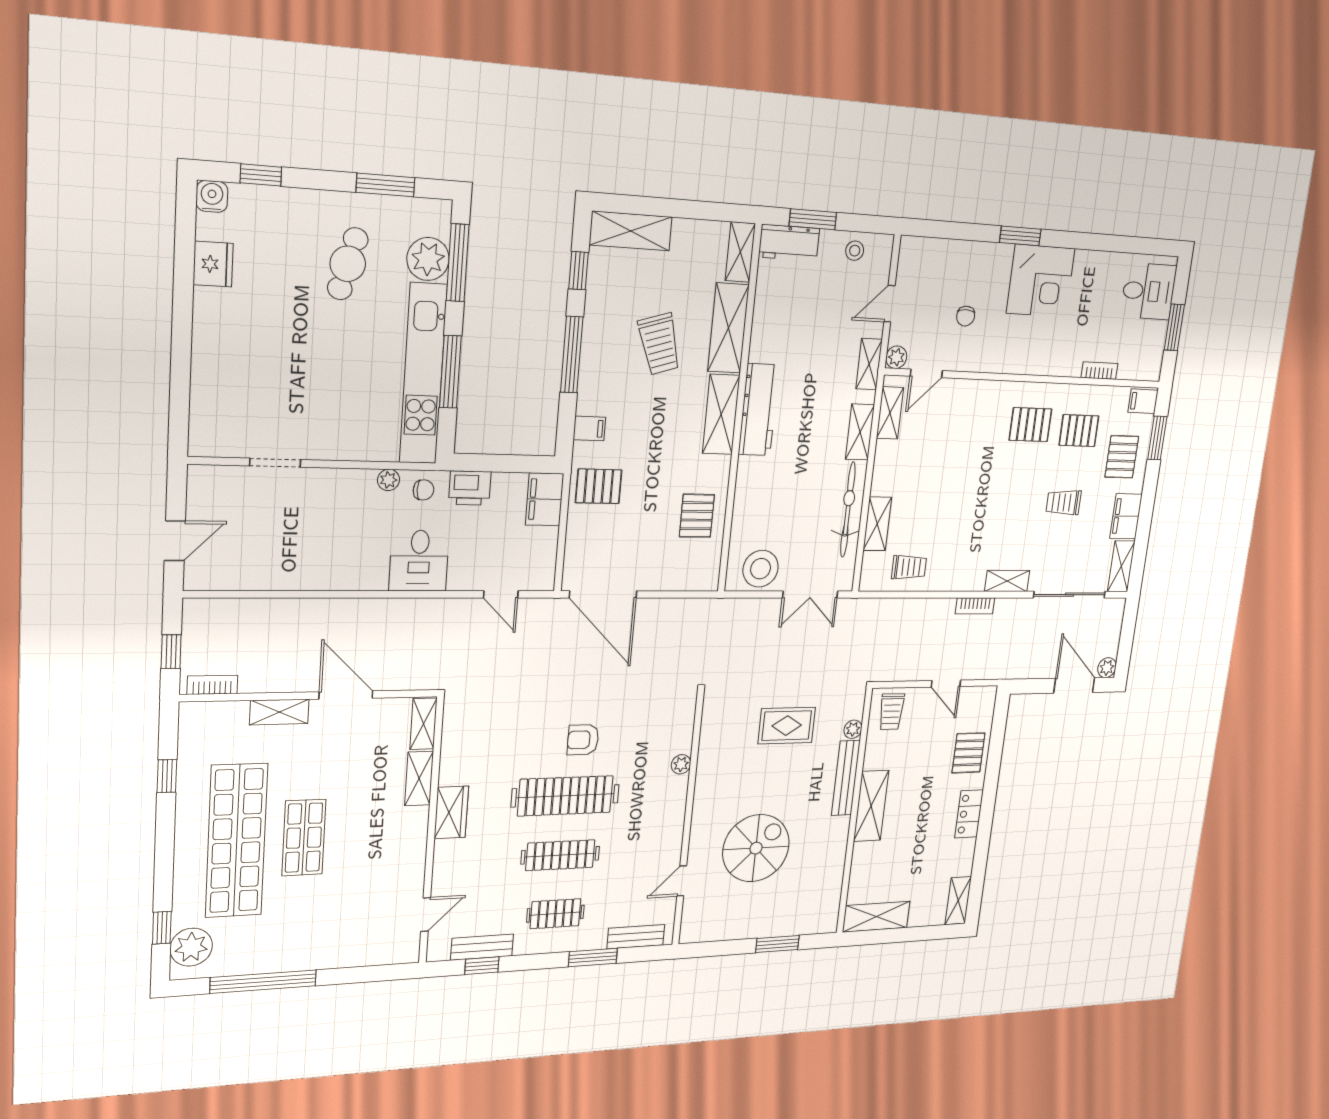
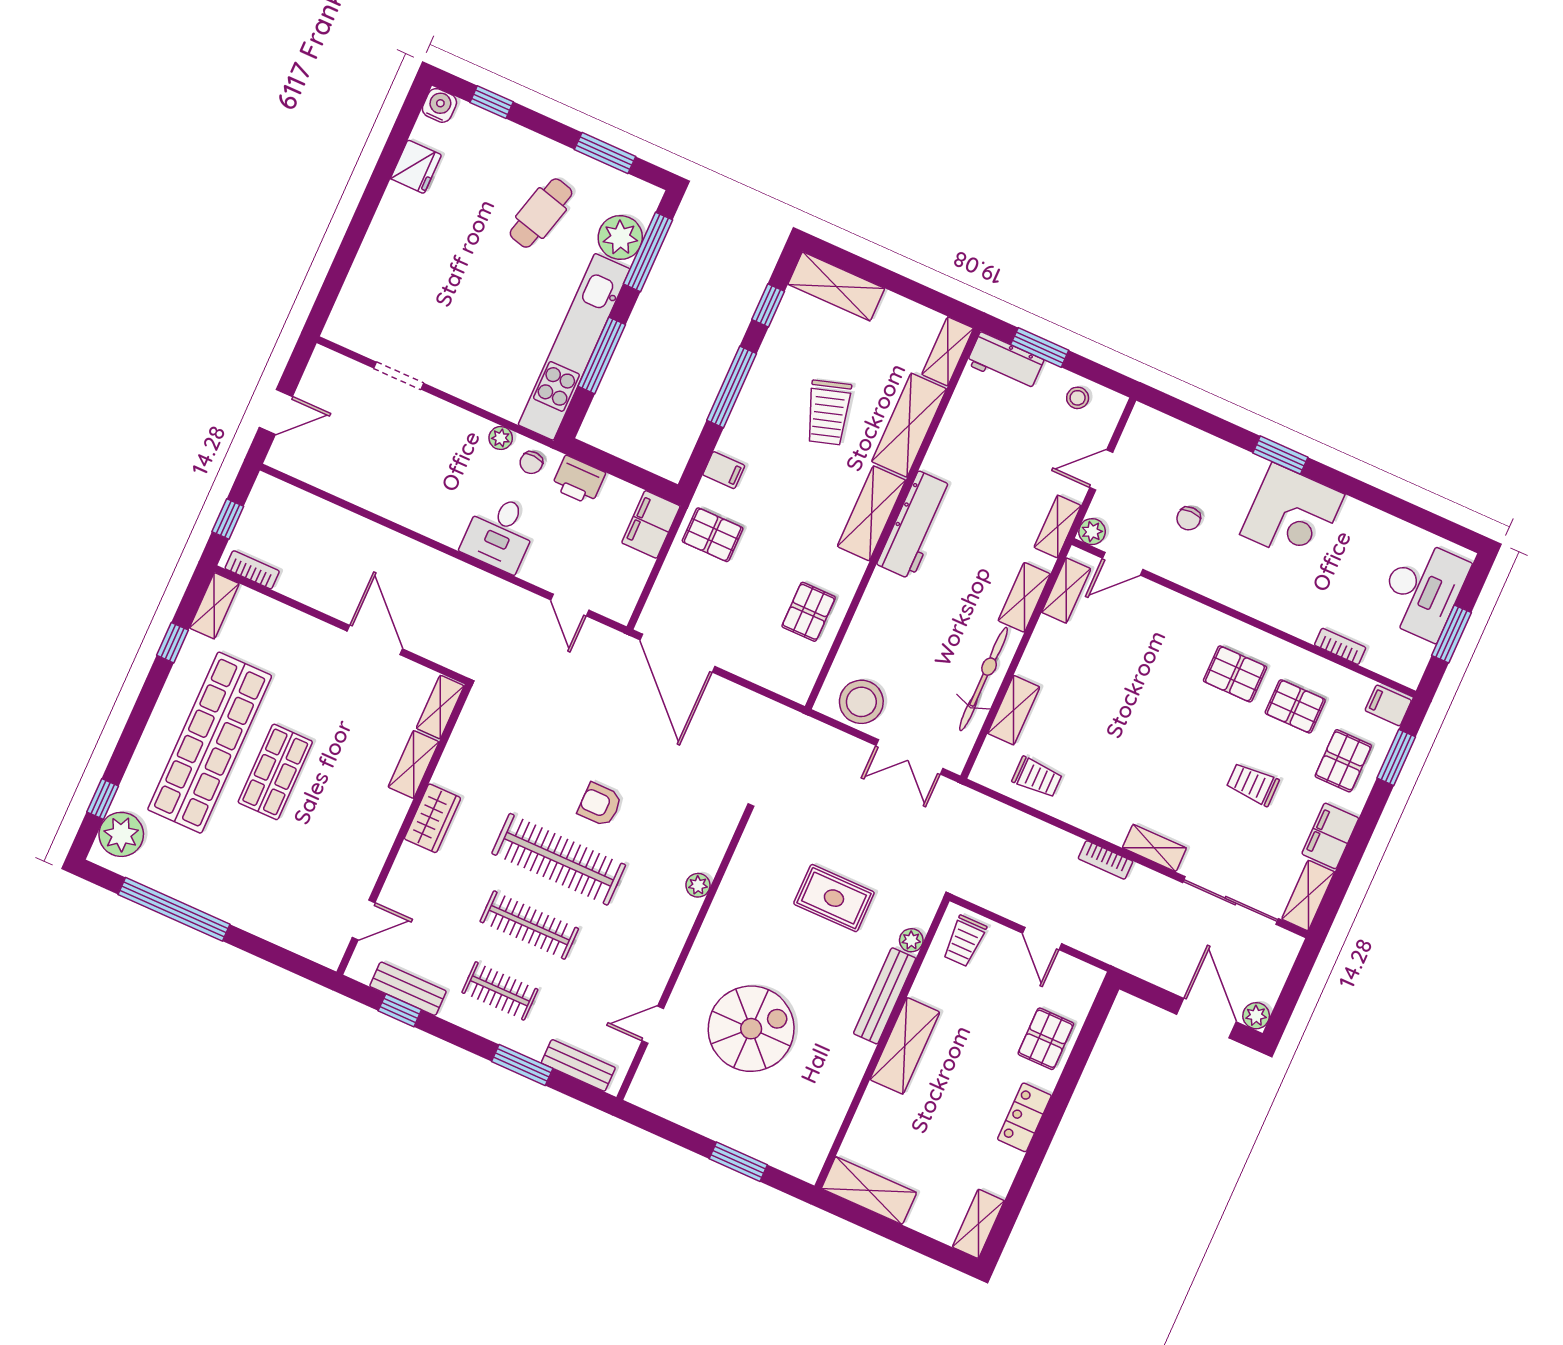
desk: (1148, 291) -> (1423, 590), width x1.37
chair: (423, 490) -> (531, 463), turned 94
shelving: (279, 712) -> (214, 606), moved, turned 90

